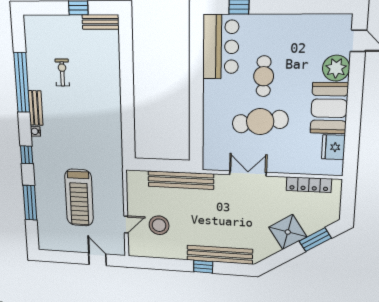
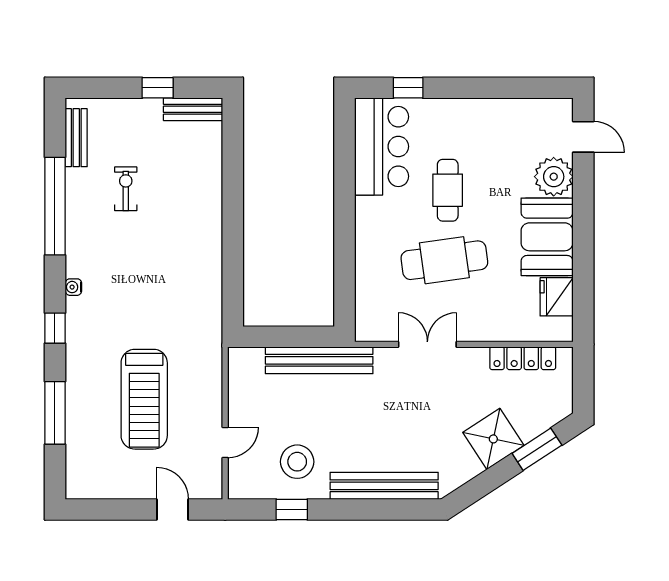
bench: (36, 108) -> (76, 138), moved
stool: (159, 225) -> (297, 462), moved
window: (203, 267) -> (292, 509), moved

